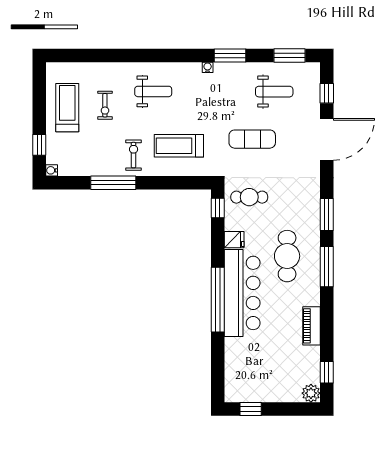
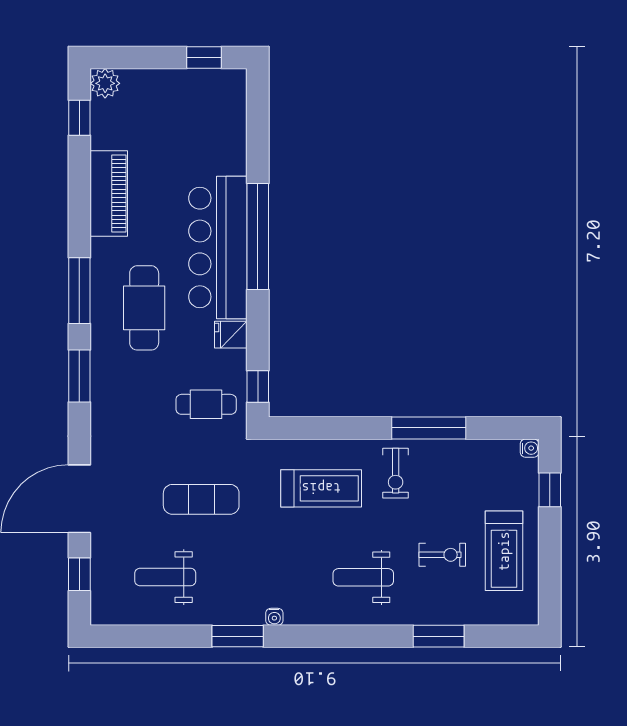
window: (290, 55) -> (439, 636), moved
exercise bike: (105, 105) -> (442, 555), turned 90
piano: (312, 326) -> (109, 194), width x1.37, depth x1.33

